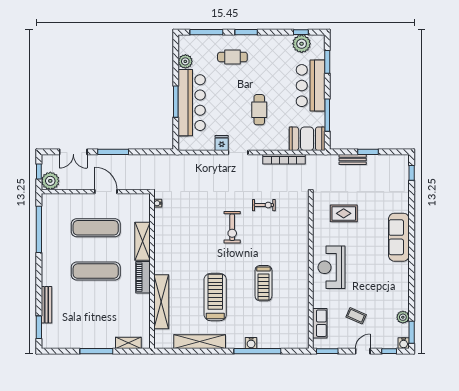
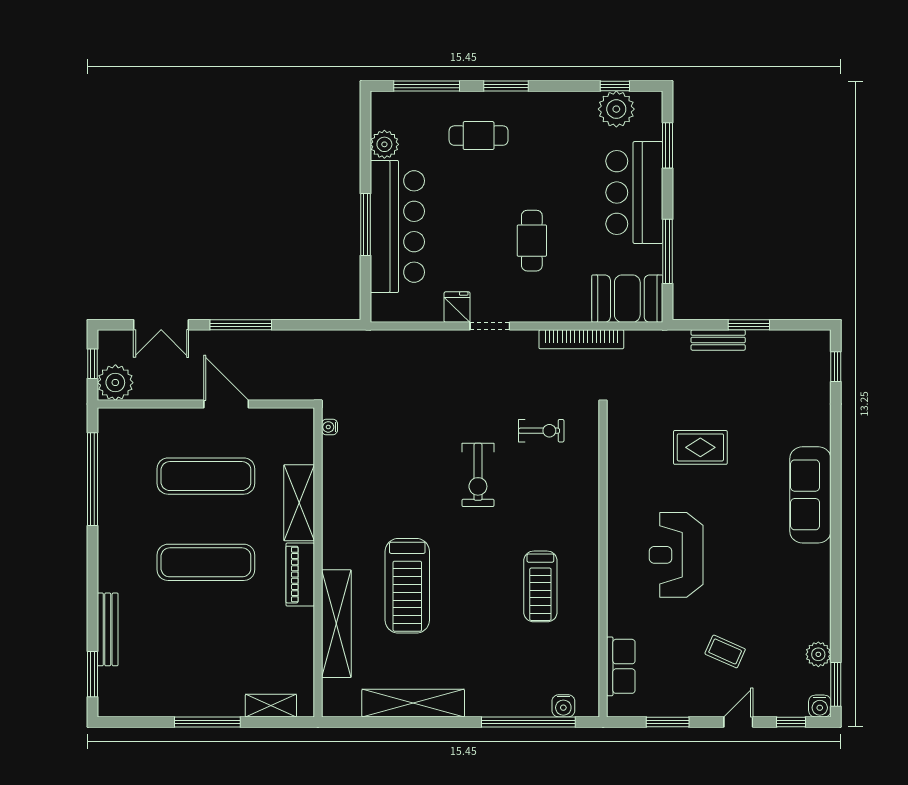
wall: (311, 271) -> (603, 562), moved
treadmill: (215, 297) -> (407, 586), moved, turned 180
row of seats: (320, 323) -> (621, 666), moved
water cooler: (251, 343) -> (563, 706), moved

